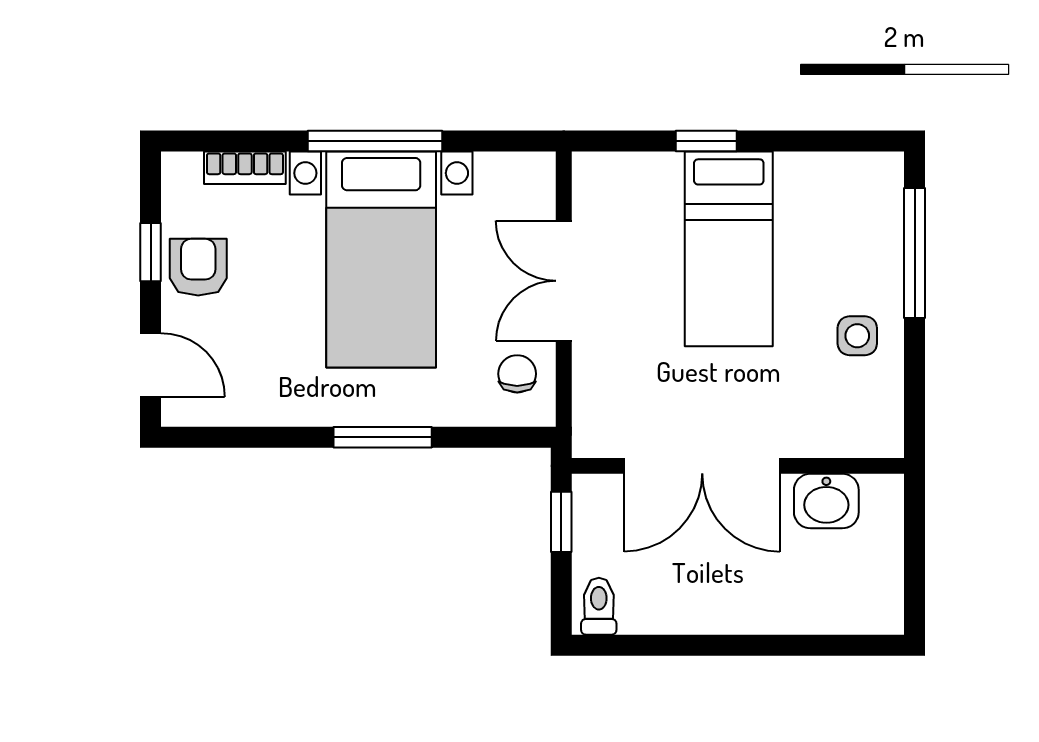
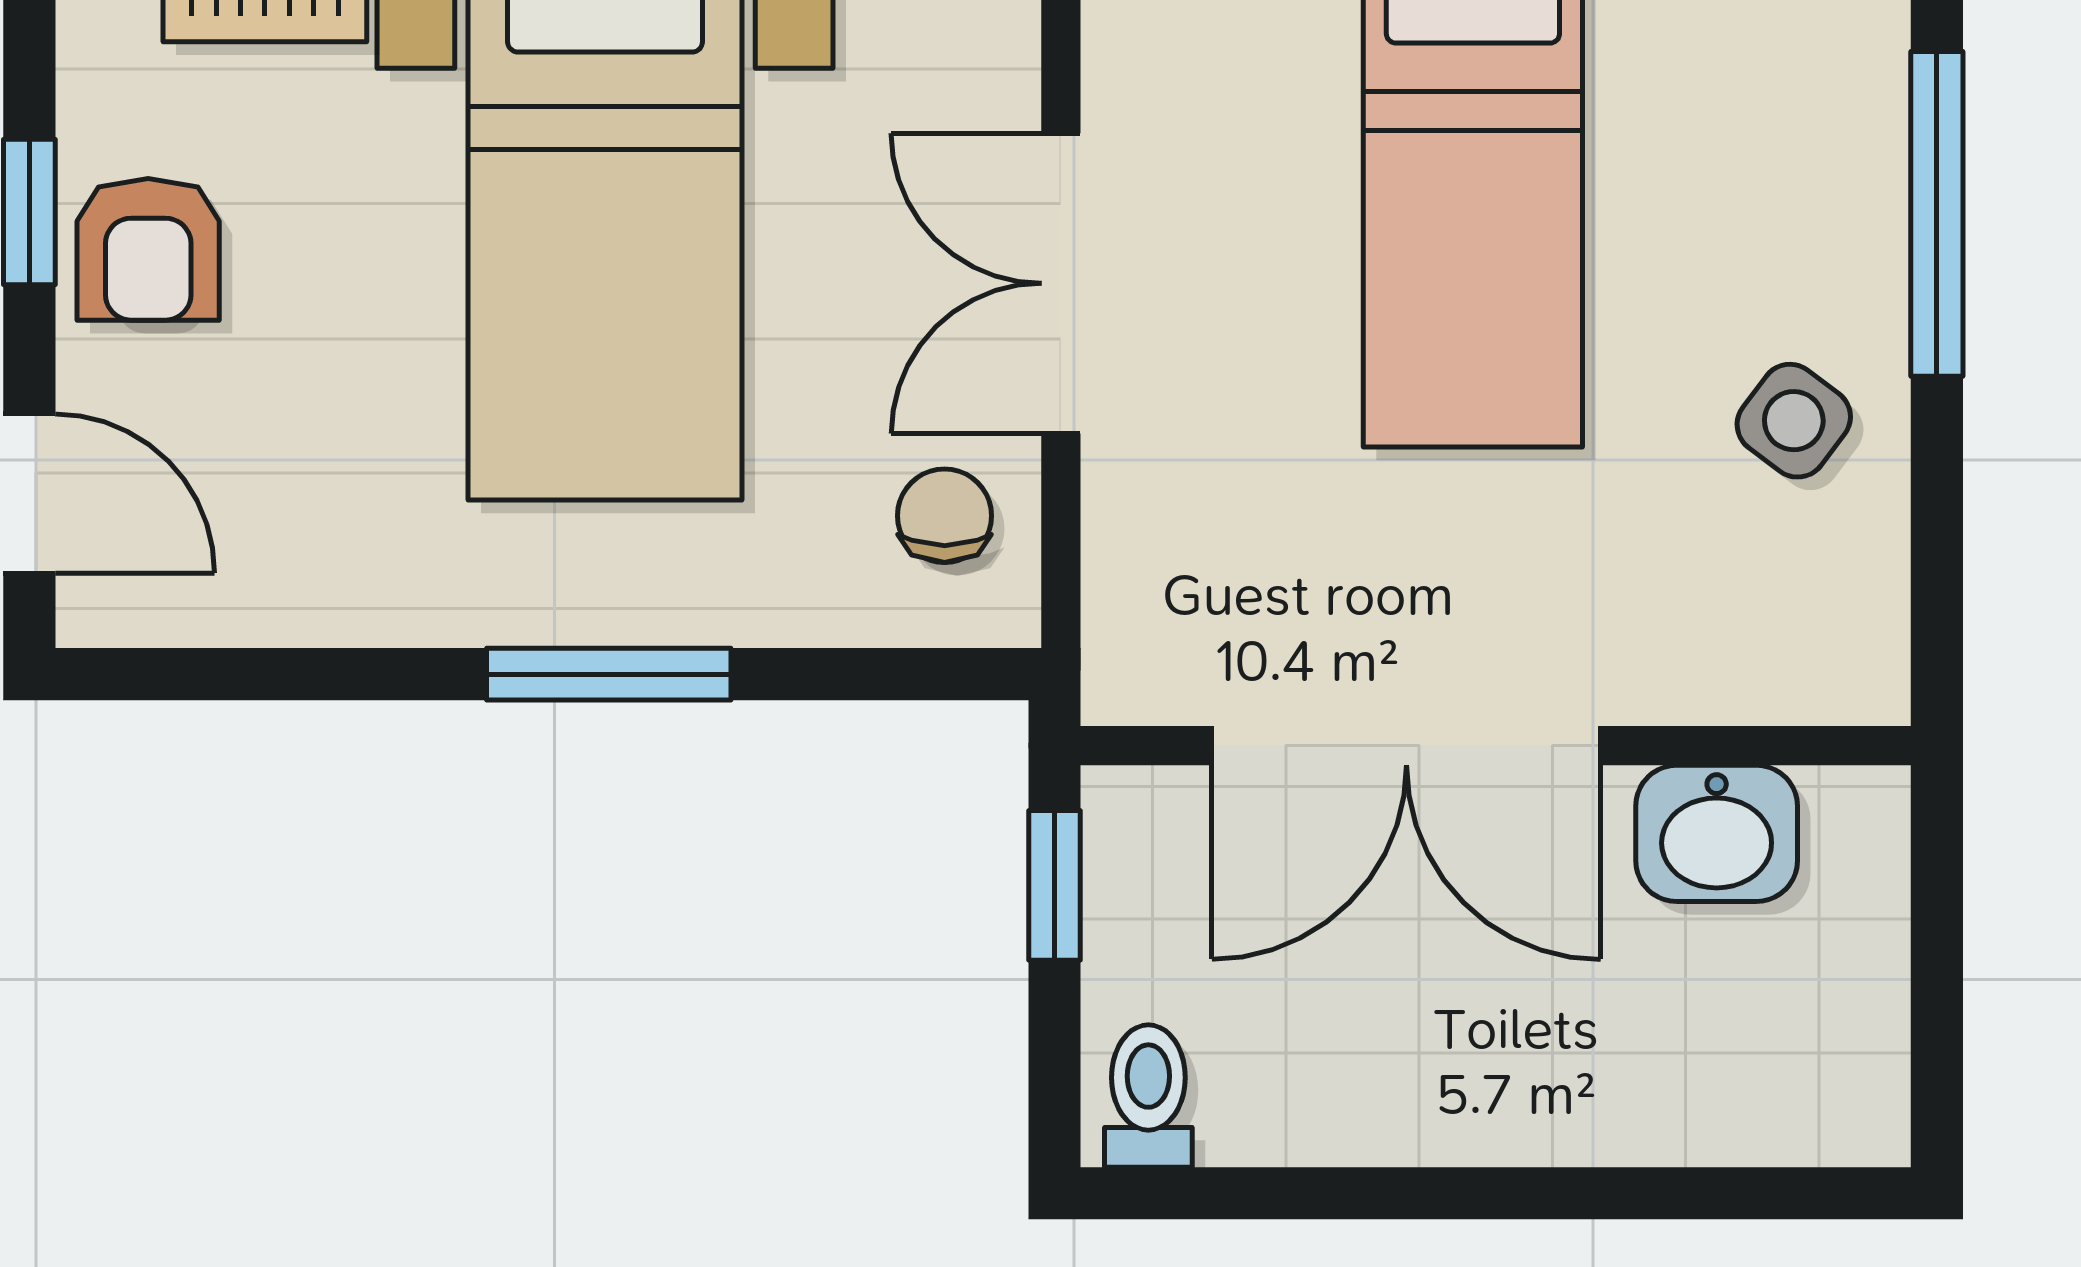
armchair: (198, 267) -> (148, 249), turned 180
side table: (857, 336) -> (1794, 421), turned 37

